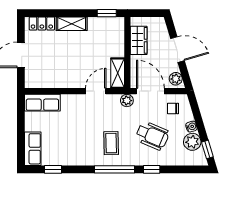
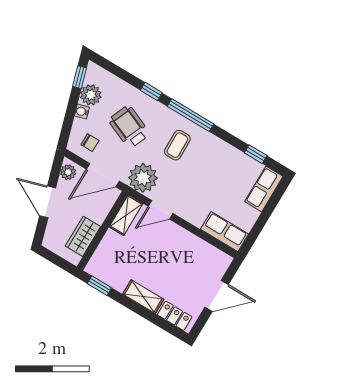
door: (150, 91) -> (103, 175), hinge flipped
plant: (127, 101) -> (143, 178), width x1.88, depth x1.88

